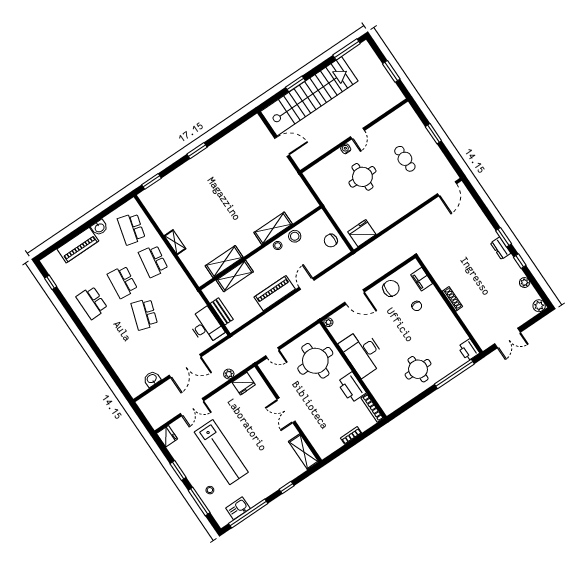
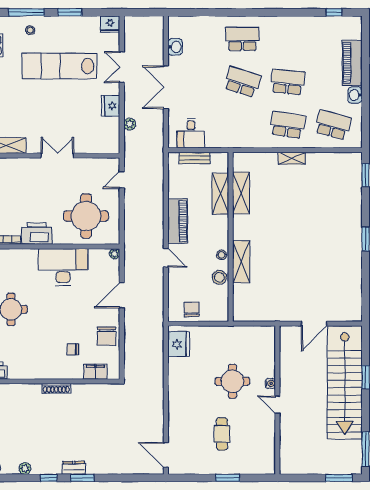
window: (391, 71) -> (339, 478), moved
cafe table: (405, 159) -> (222, 434), turned 90
school desk: (92, 303) -> (242, 39), moved
desk: (206, 326) -> (191, 133), width x0.73
fridge: (244, 384) -> (111, 106), moved

